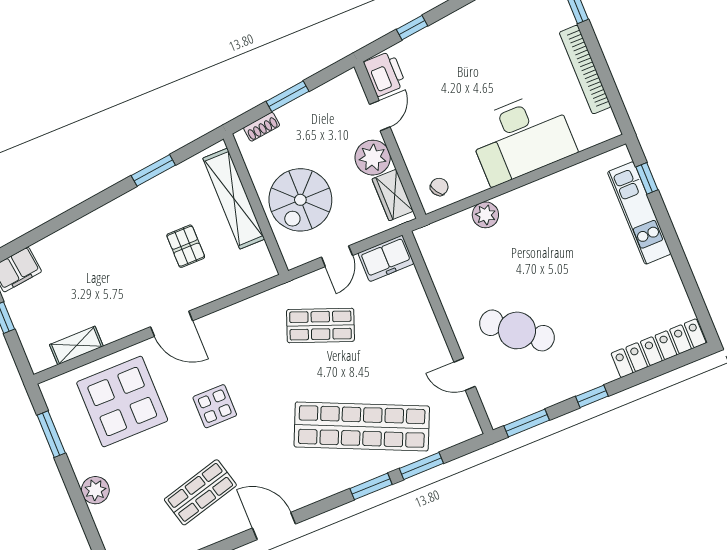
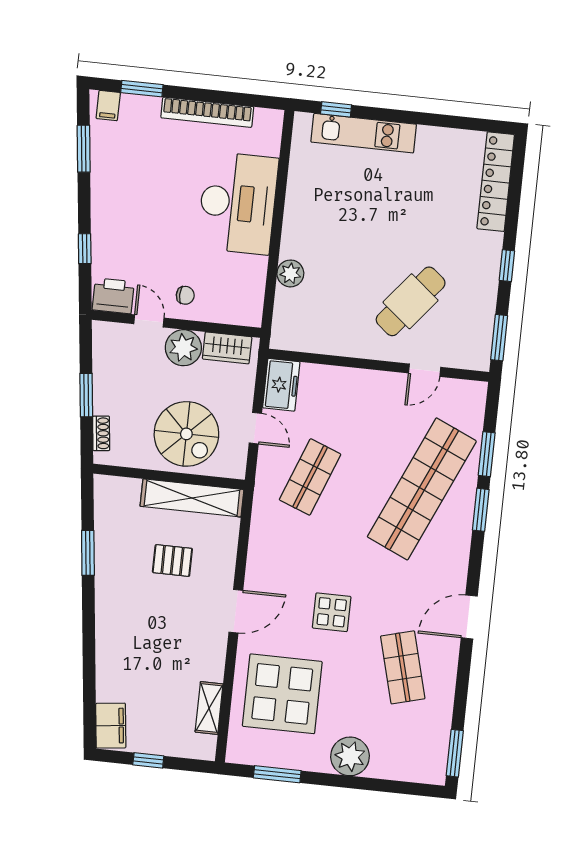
chair: (439, 187) -> (185, 295), moved, turned 123
shelving: (234, 199) -> (192, 498), moved
plant: (95, 490) -> (350, 756), width x1.36, depth x1.36

